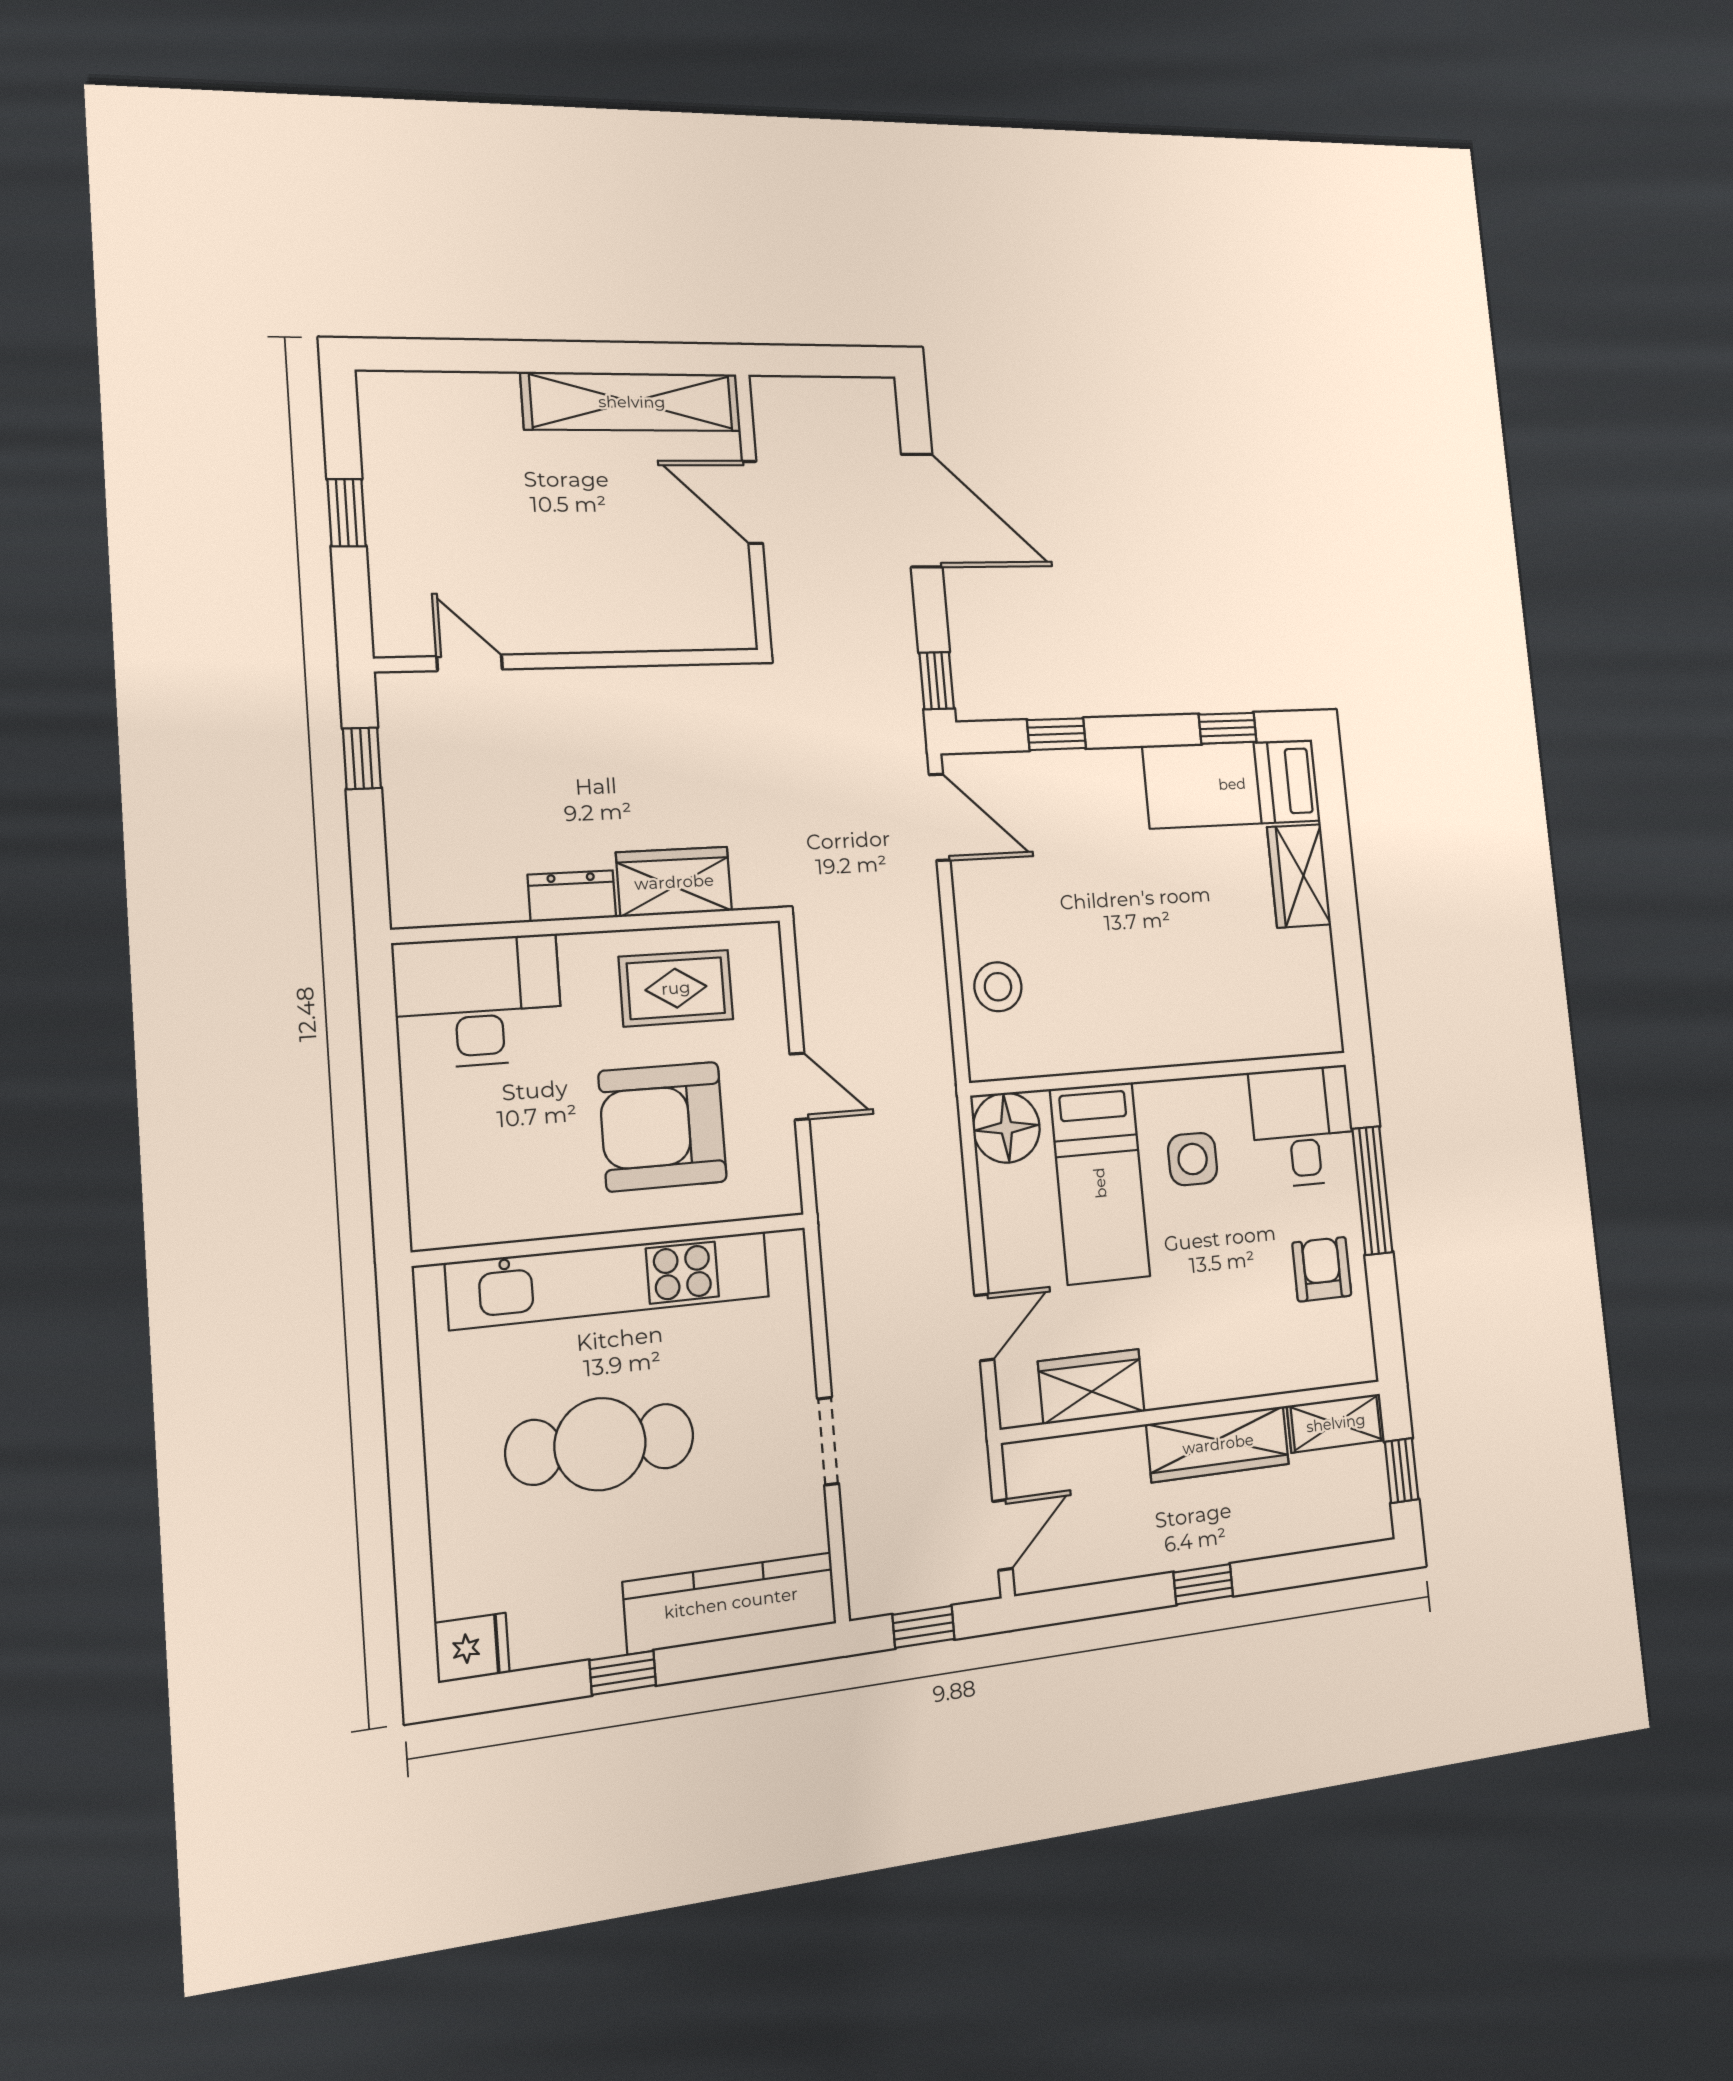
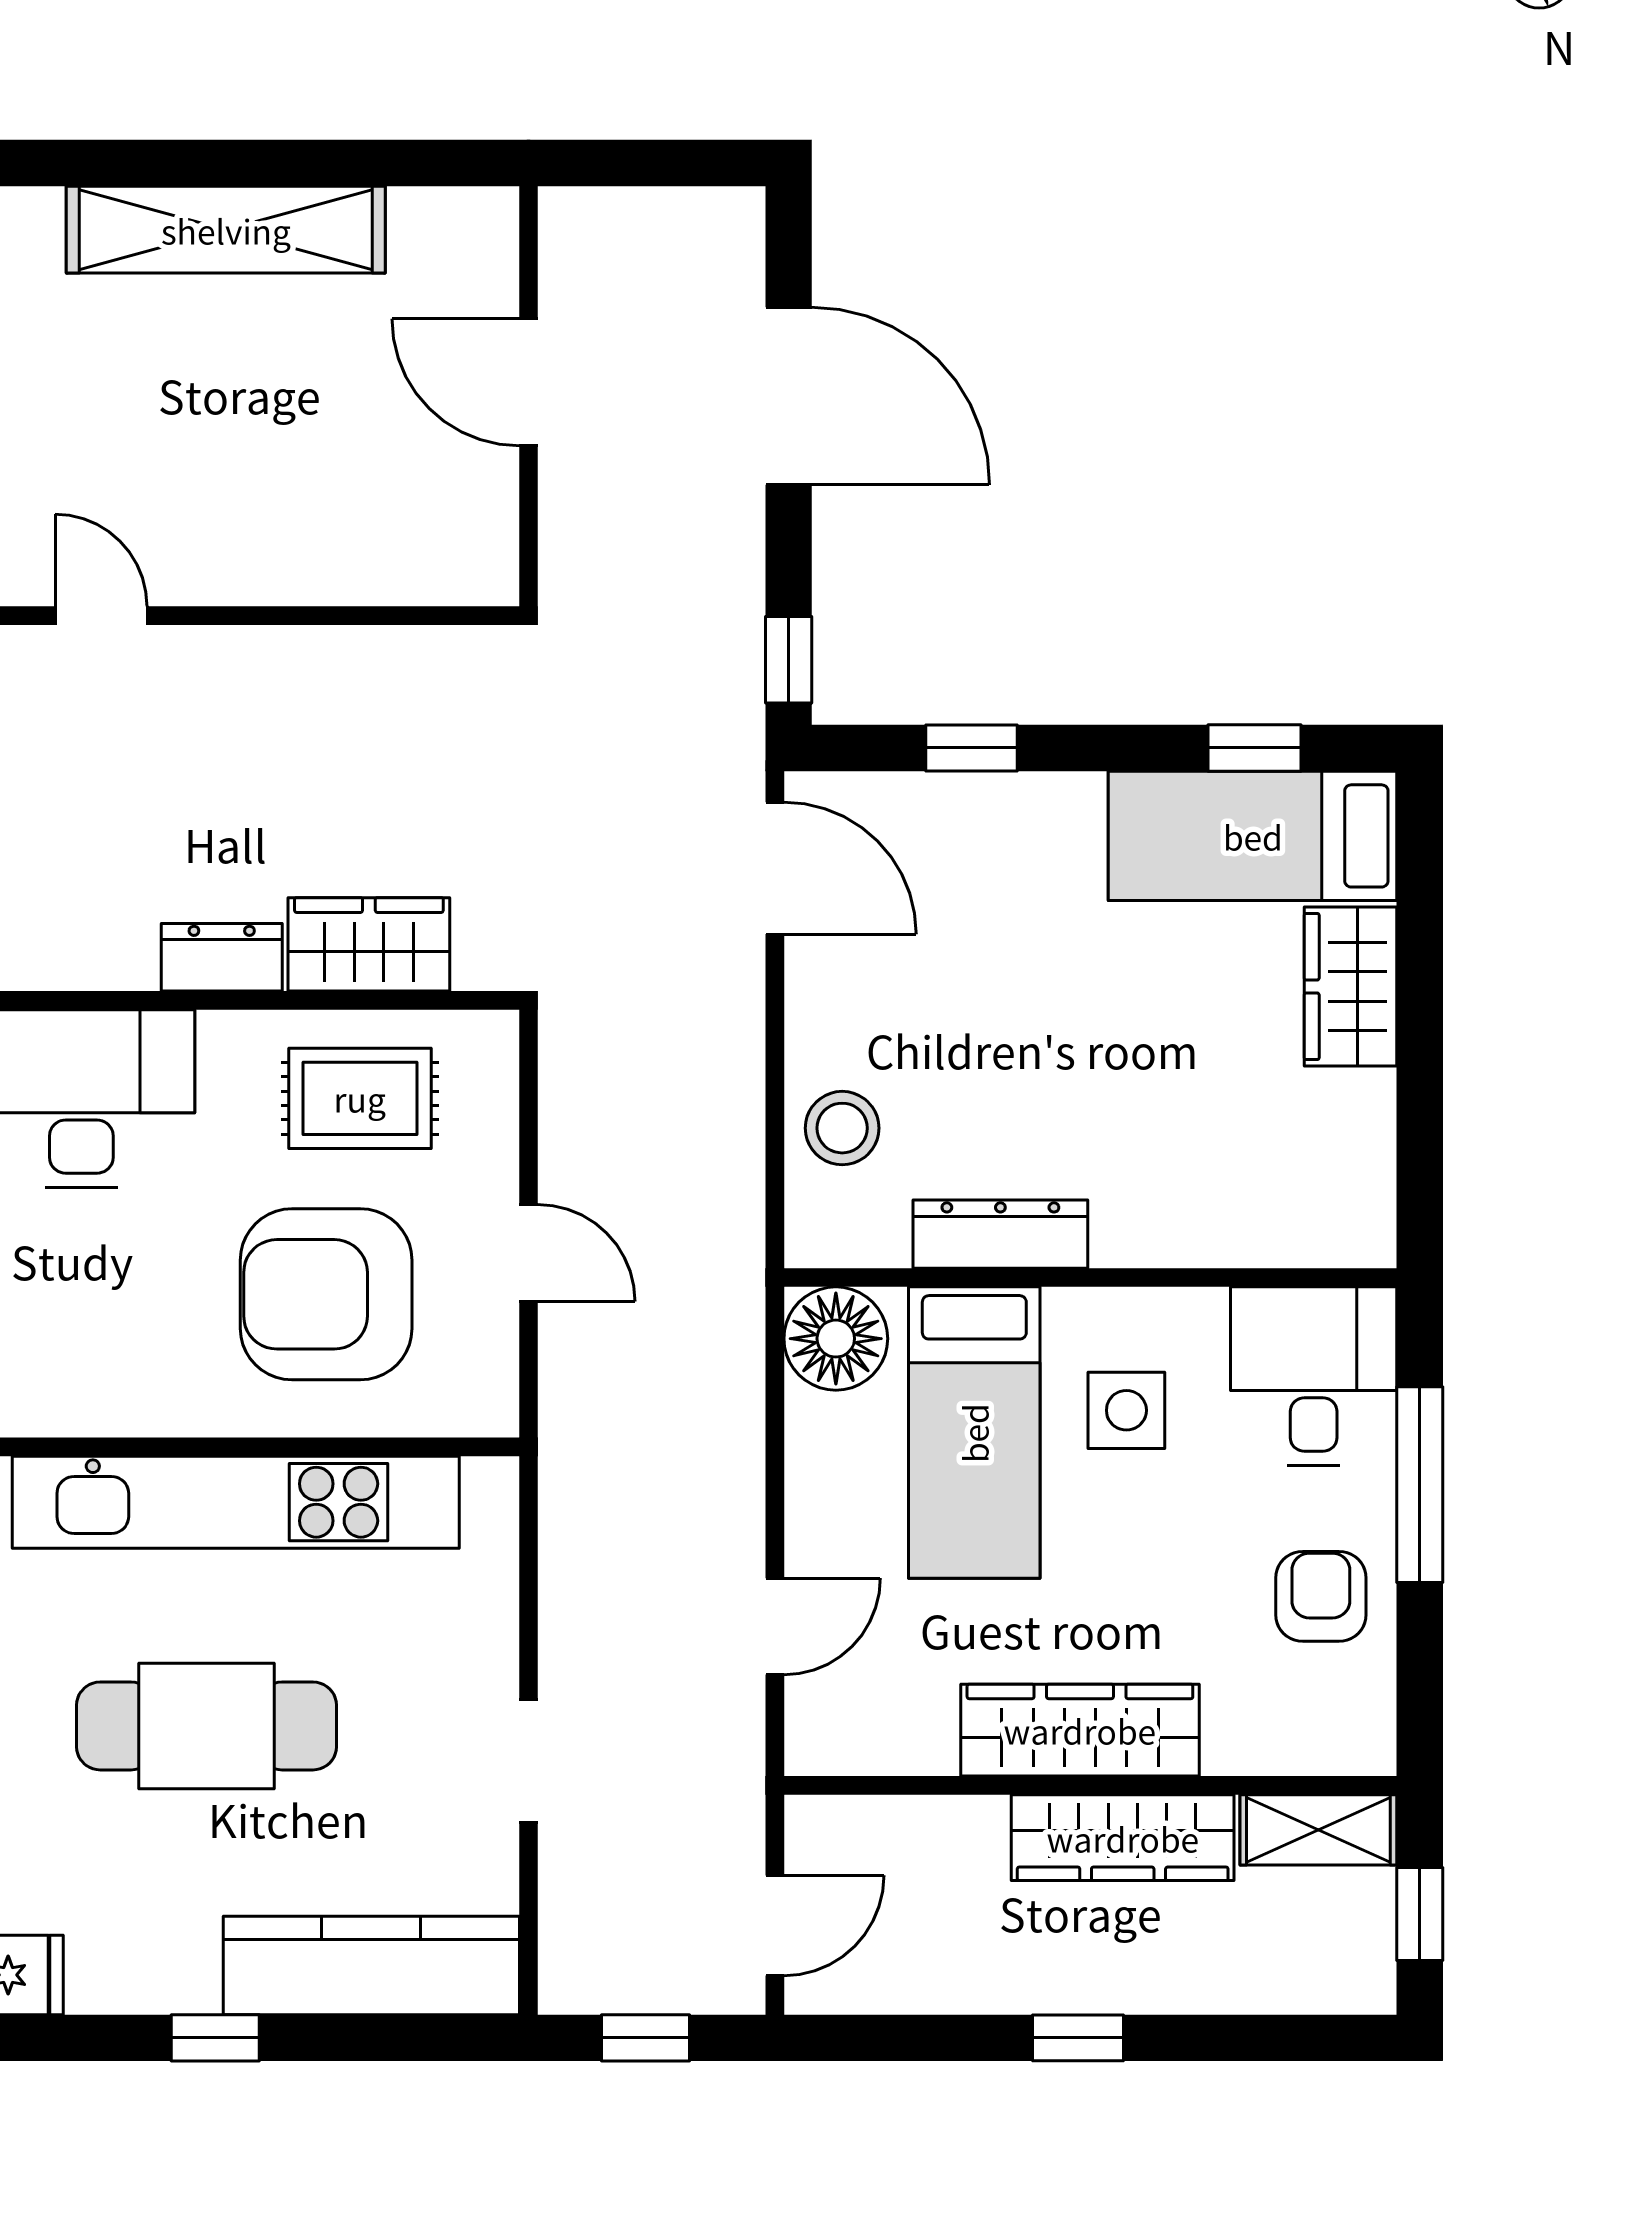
shelving: (632, 402) -> (226, 230), moved
dresser: (1104, 1050) -> (1000, 1234), added
wardrobe: (1091, 1387) -> (1080, 1730), moved, width x1.50

